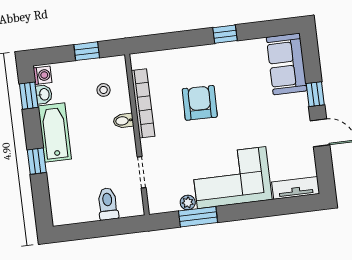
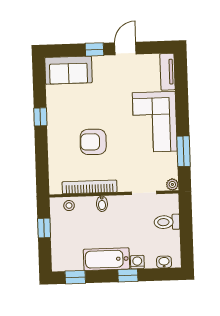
washing machine: (43, 75) -> (137, 262), moved
stool: (104, 90) -> (69, 206), moved
washbasin: (44, 94) -> (164, 262), moved
plant: (188, 202) -> (172, 184), moved

